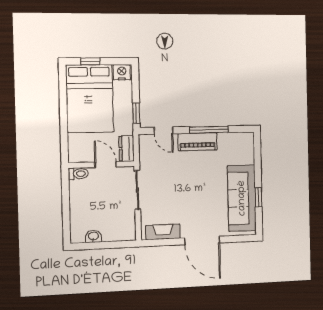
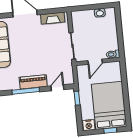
door: (164, 131) -> (57, 88), hinge flipped
dresser: (127, 148) -> (82, 74), removed
door: (106, 165) -> (95, 62), hinge flipped

